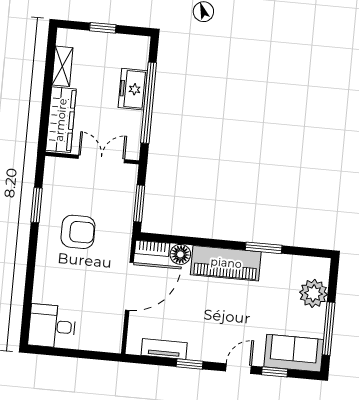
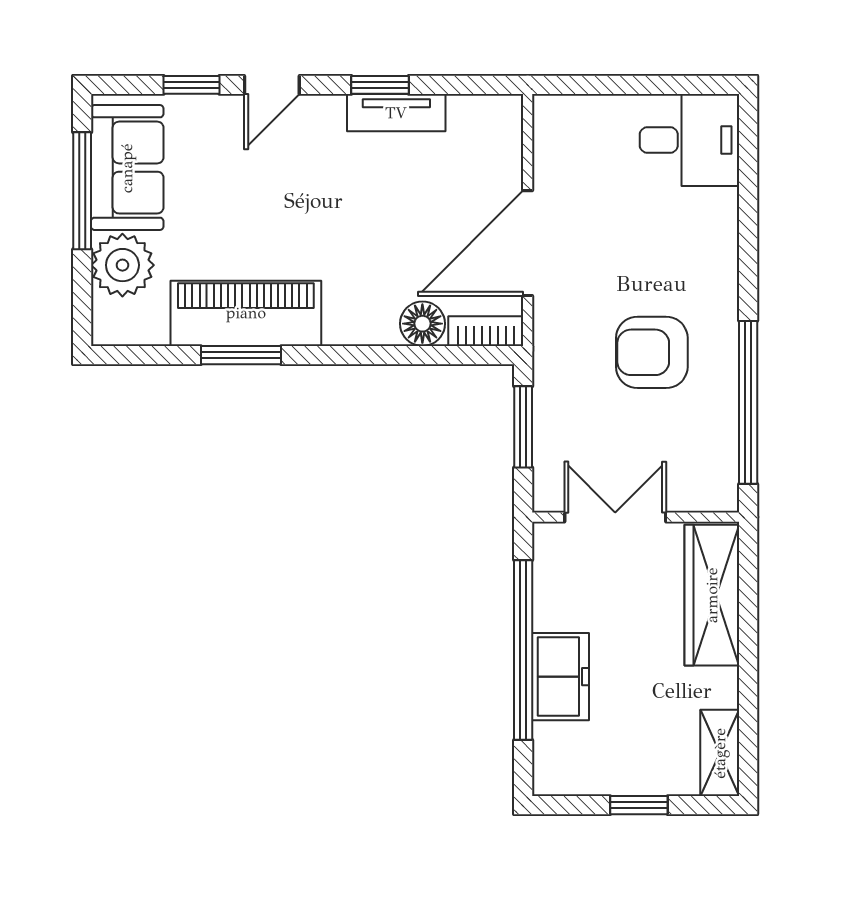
shelving: (62, 66) -> (720, 753), moved
double door: (101, 159) -> (615, 517), swing flipped
window: (37, 205) -> (748, 402), width x2.11
piano: (226, 263) -> (246, 313), moved
tv unit: (164, 349) -> (396, 113), moved
sofa: (294, 353) -> (127, 168), moved, turned -90

